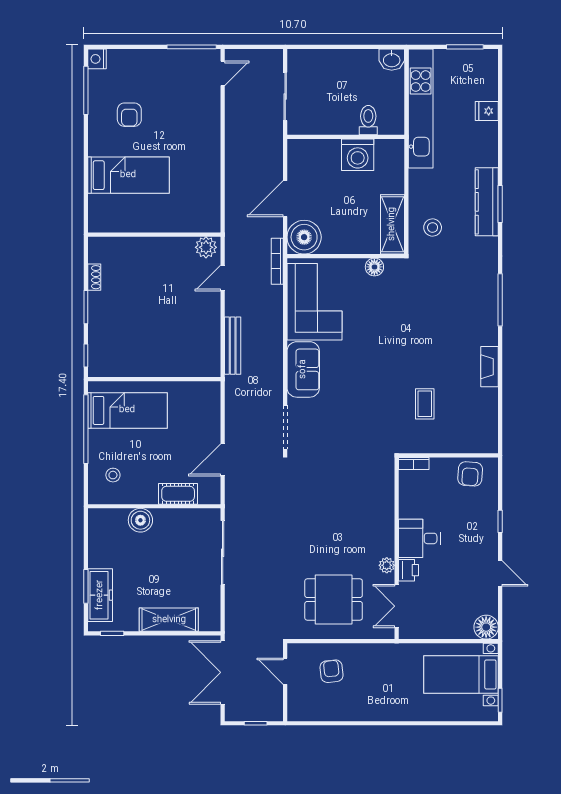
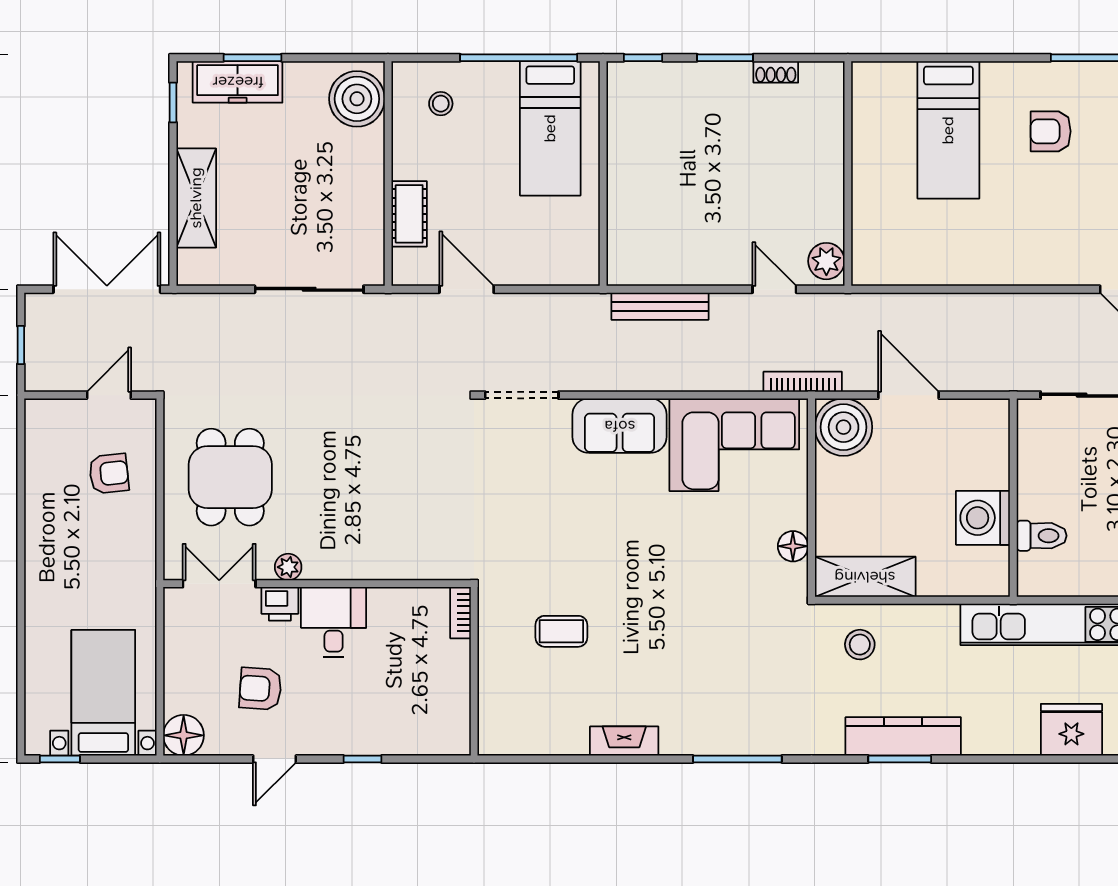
fridge: (487, 111) -> (1071, 730), width x1.88, depth x1.34
armchair: (470, 474) -> (260, 689), moved
boiler: (140, 520) -> (357, 99), moved, width x1.37, depth x1.37

